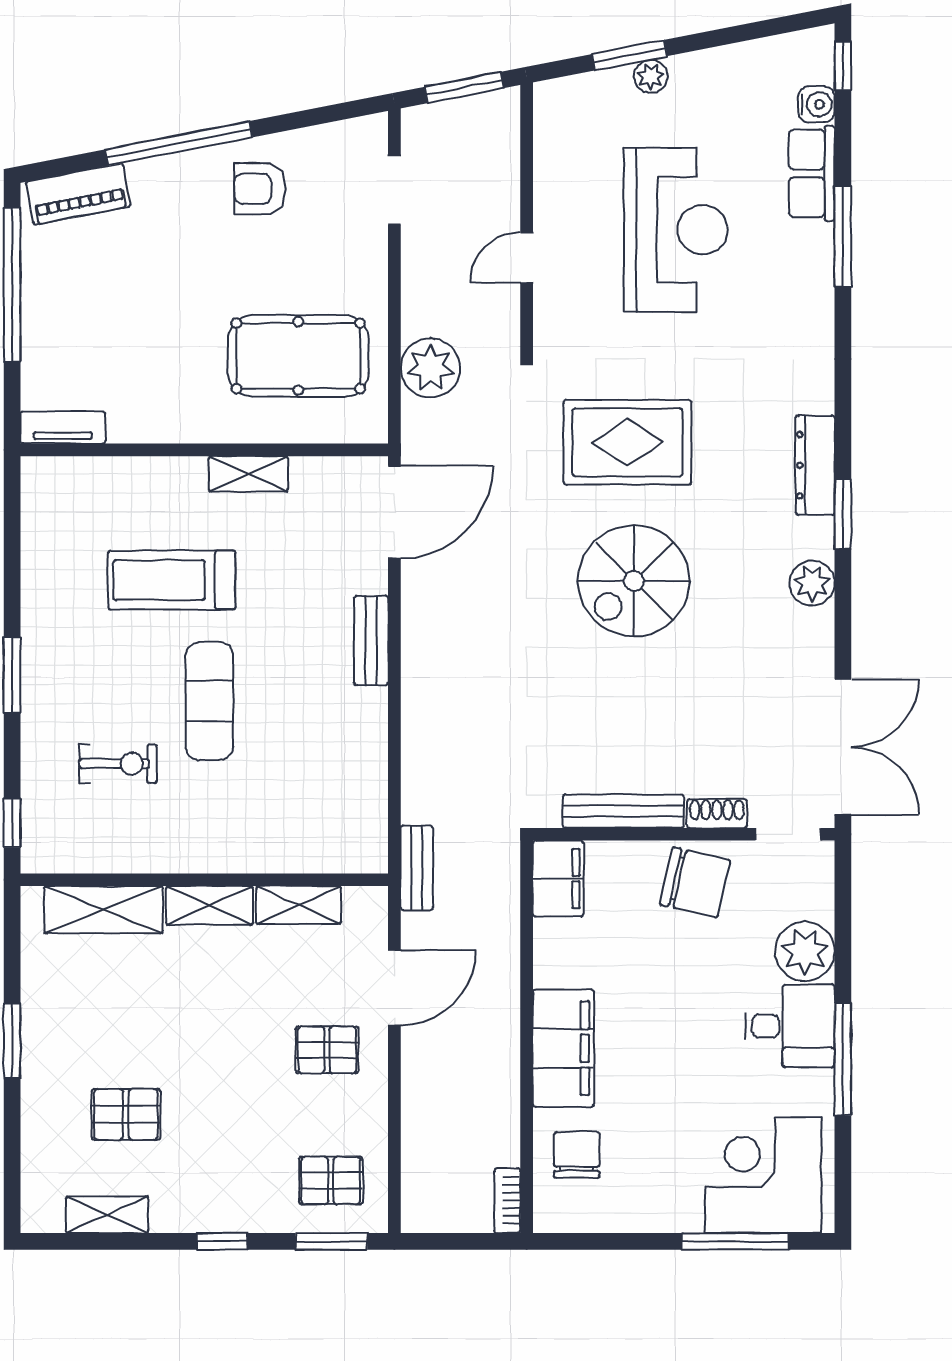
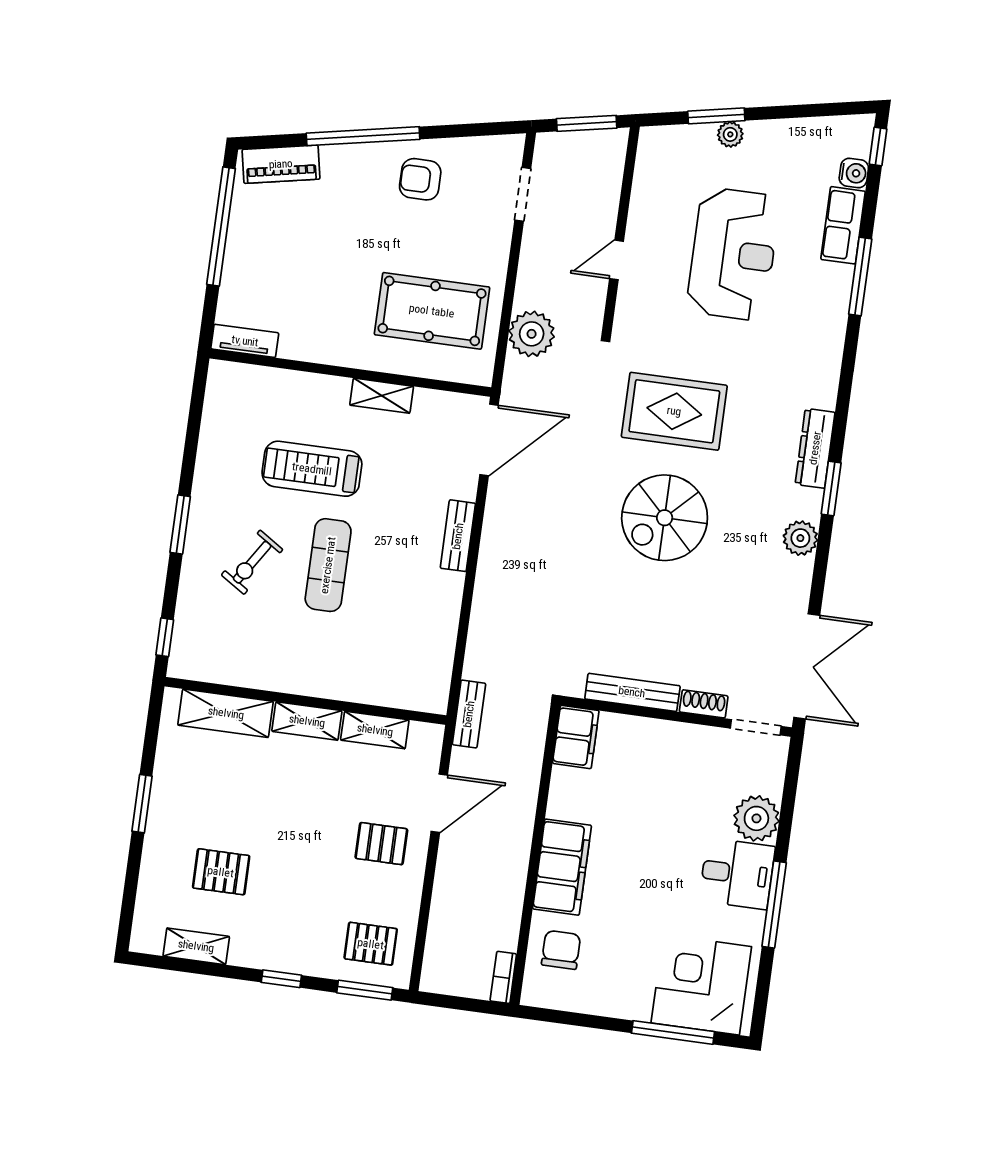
exercise bike: (118, 764) -> (252, 562), moved, turned 123
chair: (695, 882) -> (680, 754), removed

